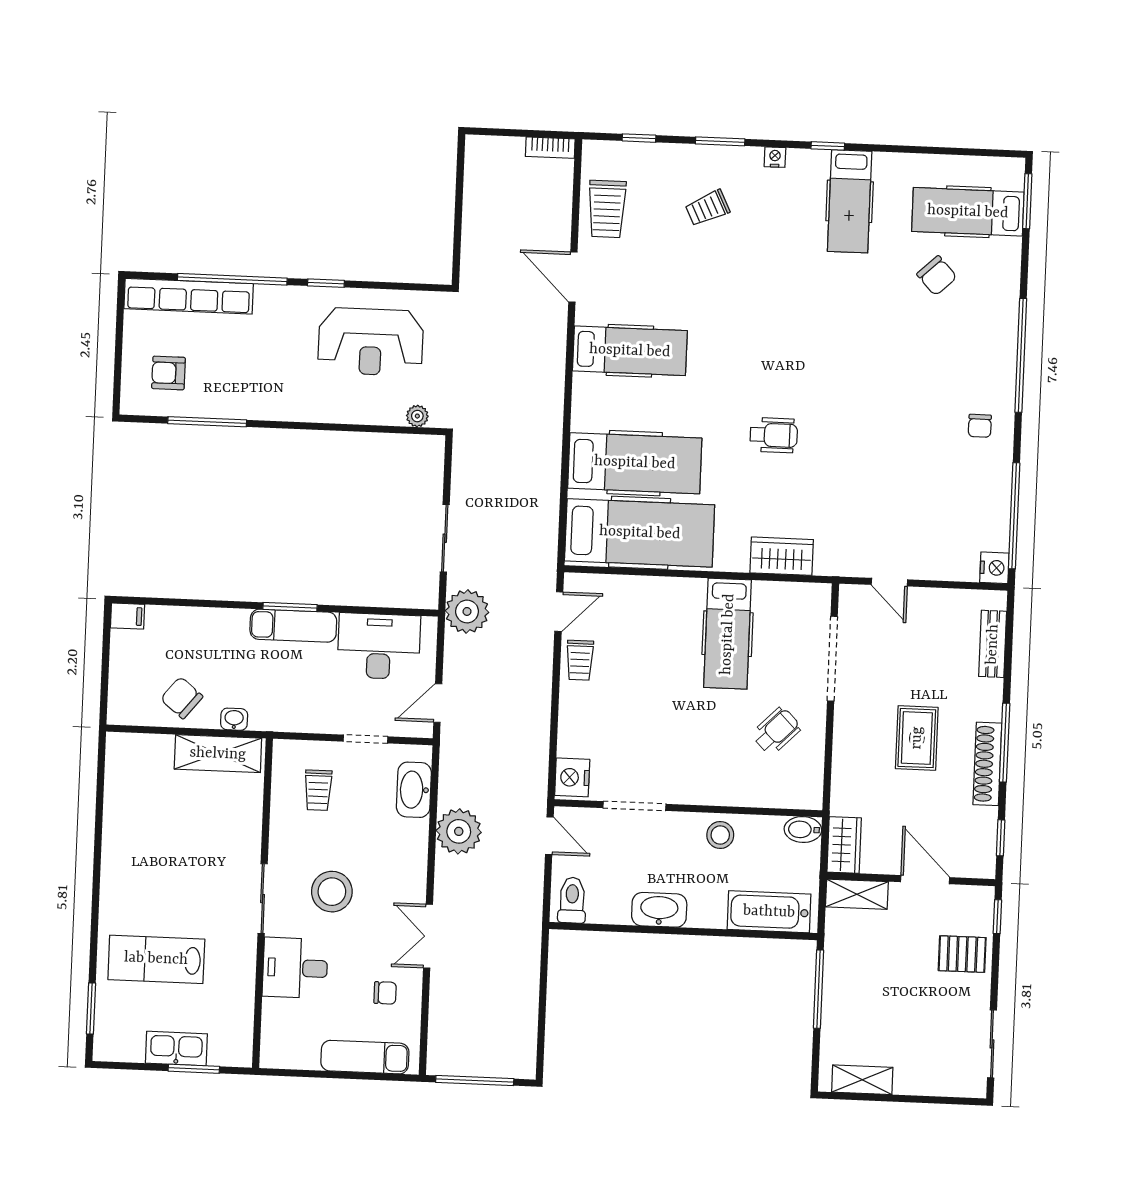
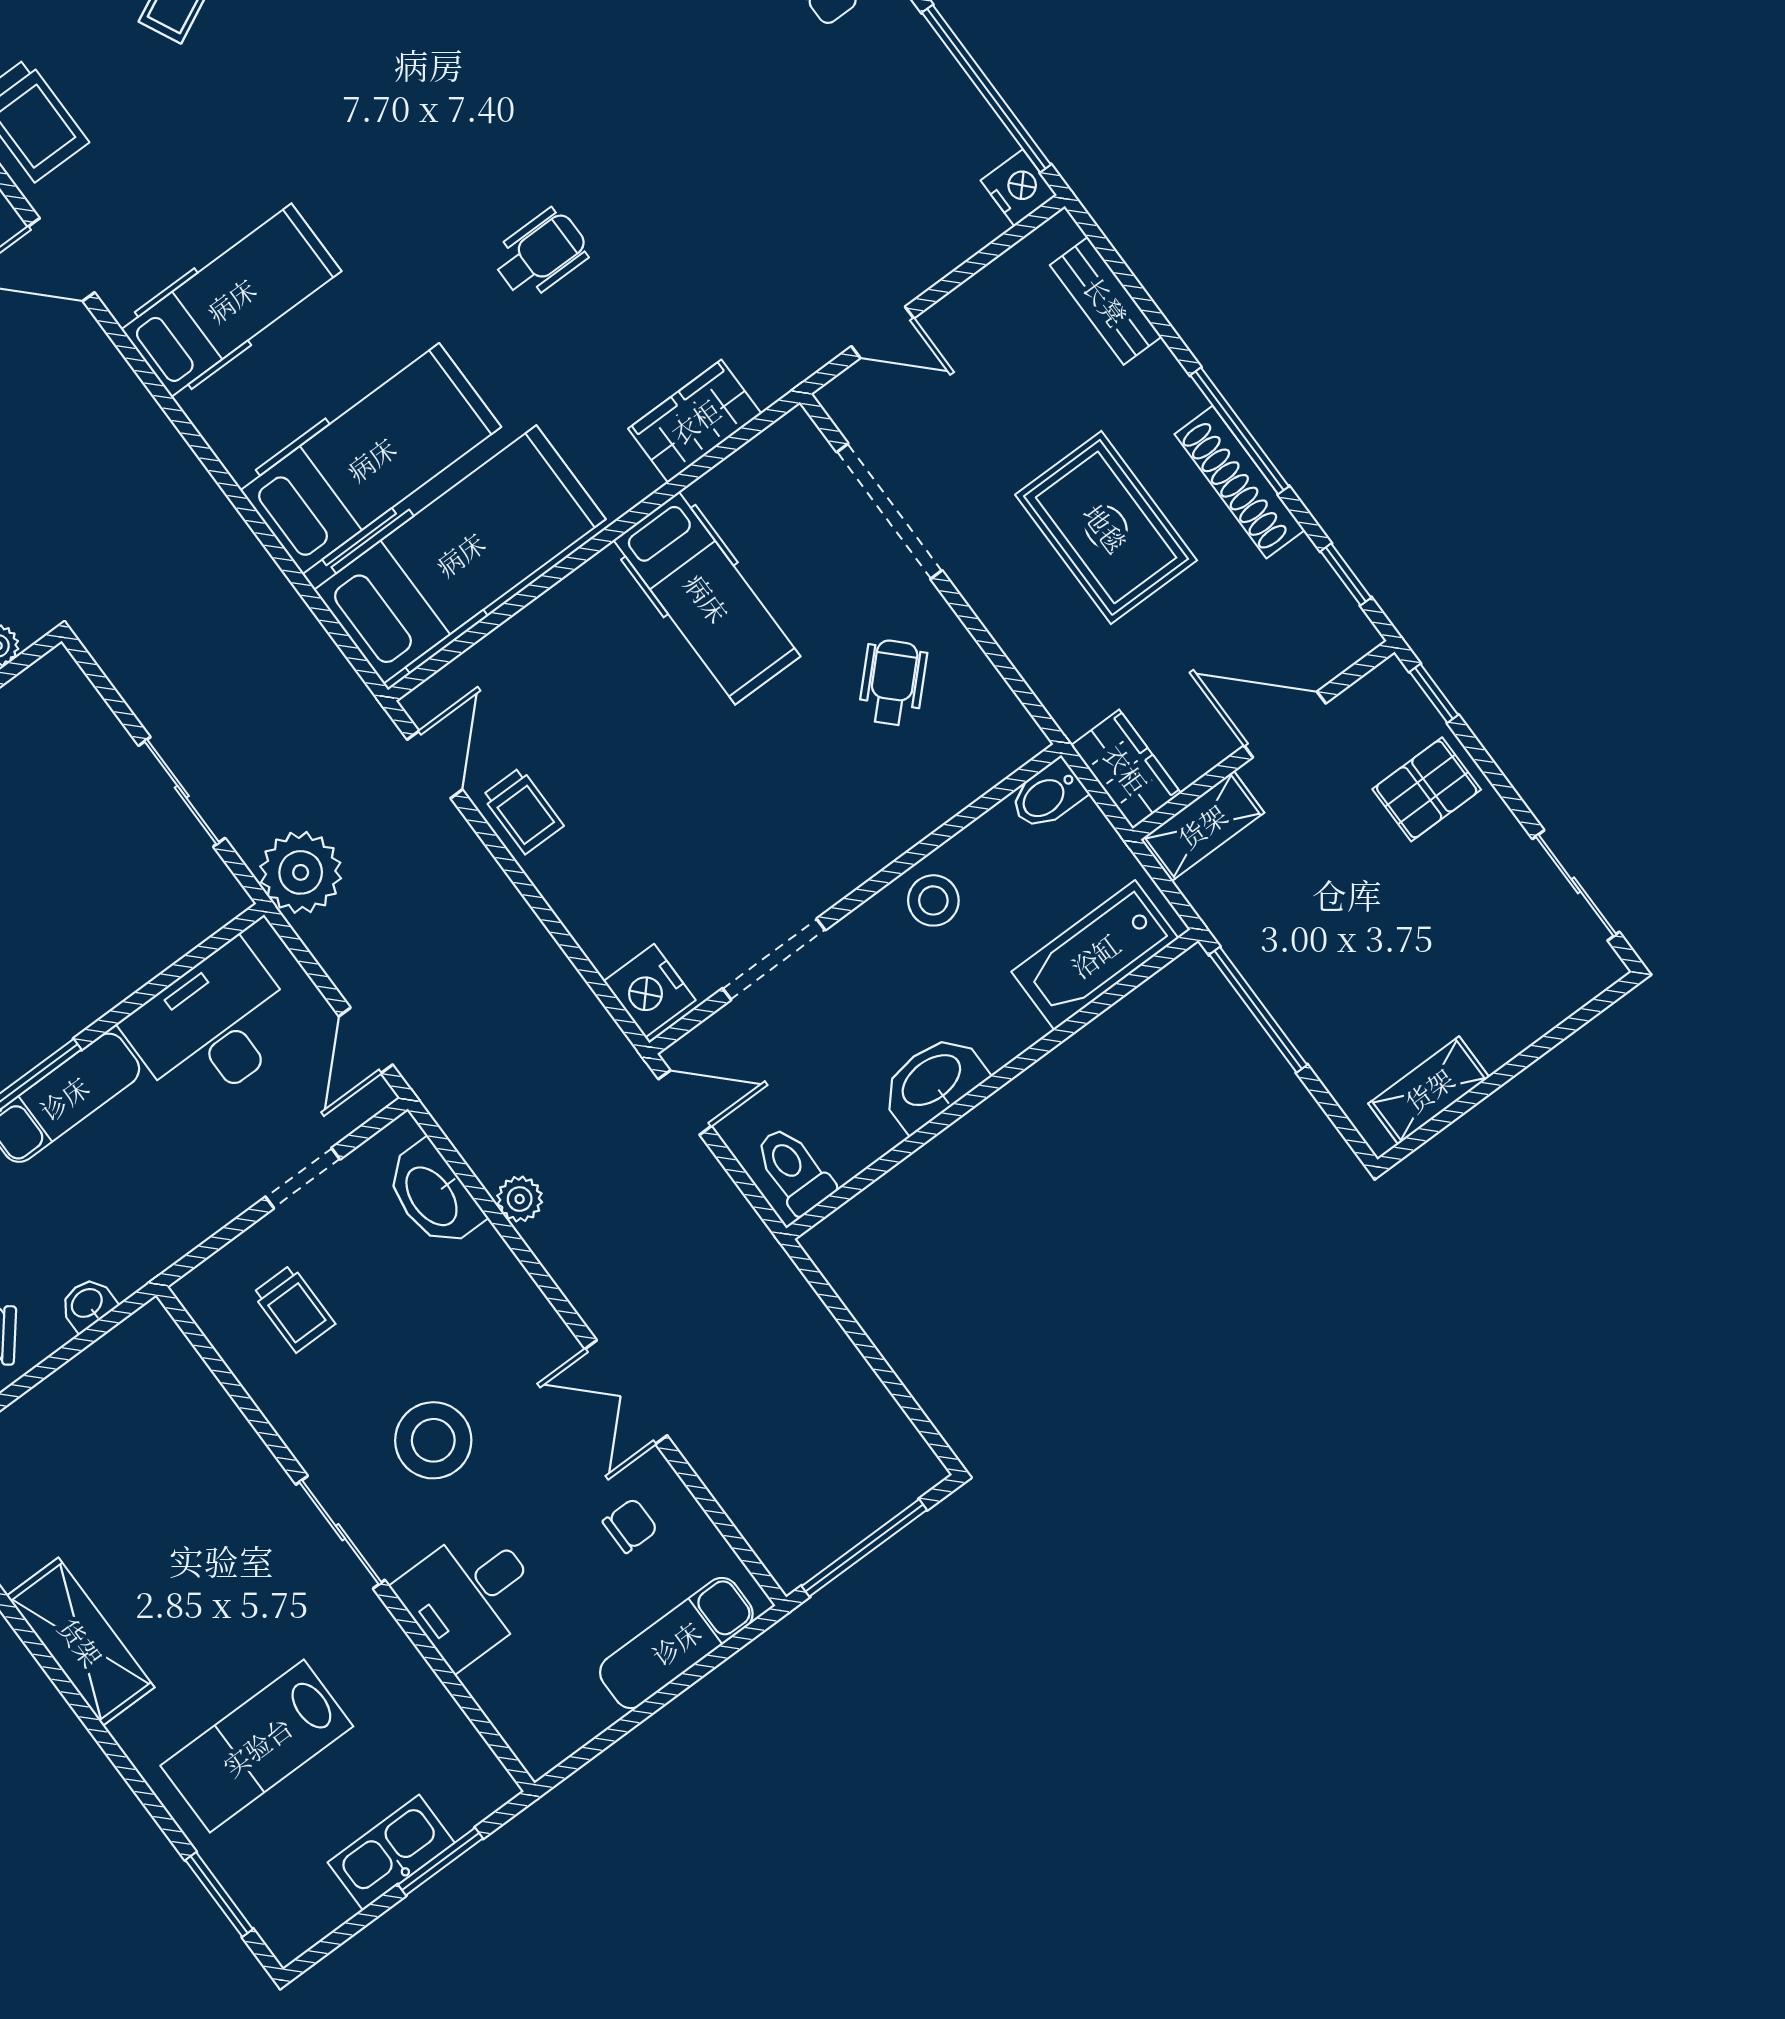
rug: (917, 738) -> (1106, 528), width x1.36, depth x1.43
shelving: (218, 754) -> (81, 1642), moved, turned 90
plant: (459, 831) -> (520, 1199), width x0.53, depth x0.53

